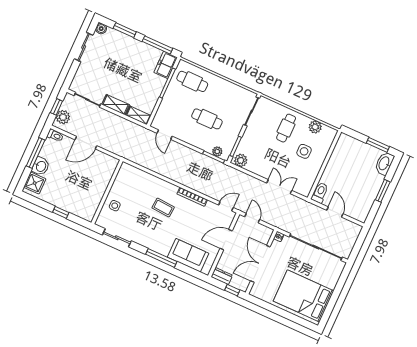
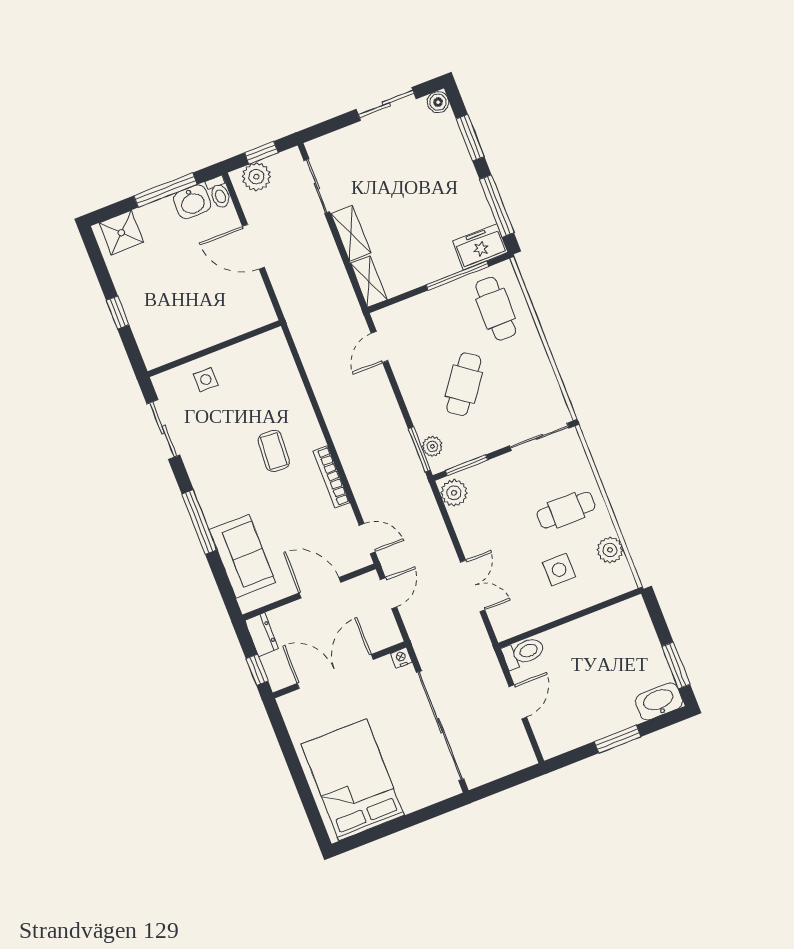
cafe table: (207, 119) -> (464, 384), turned 36
washbasin: (41, 166) -> (192, 202), moved

